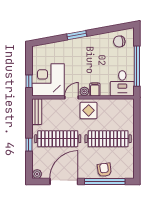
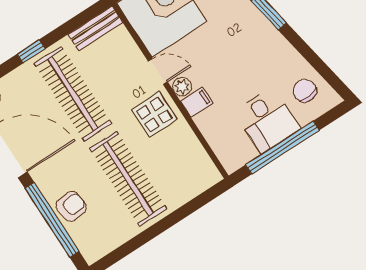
desk: (122, 83) -> (267, 120), moved, turned -90

